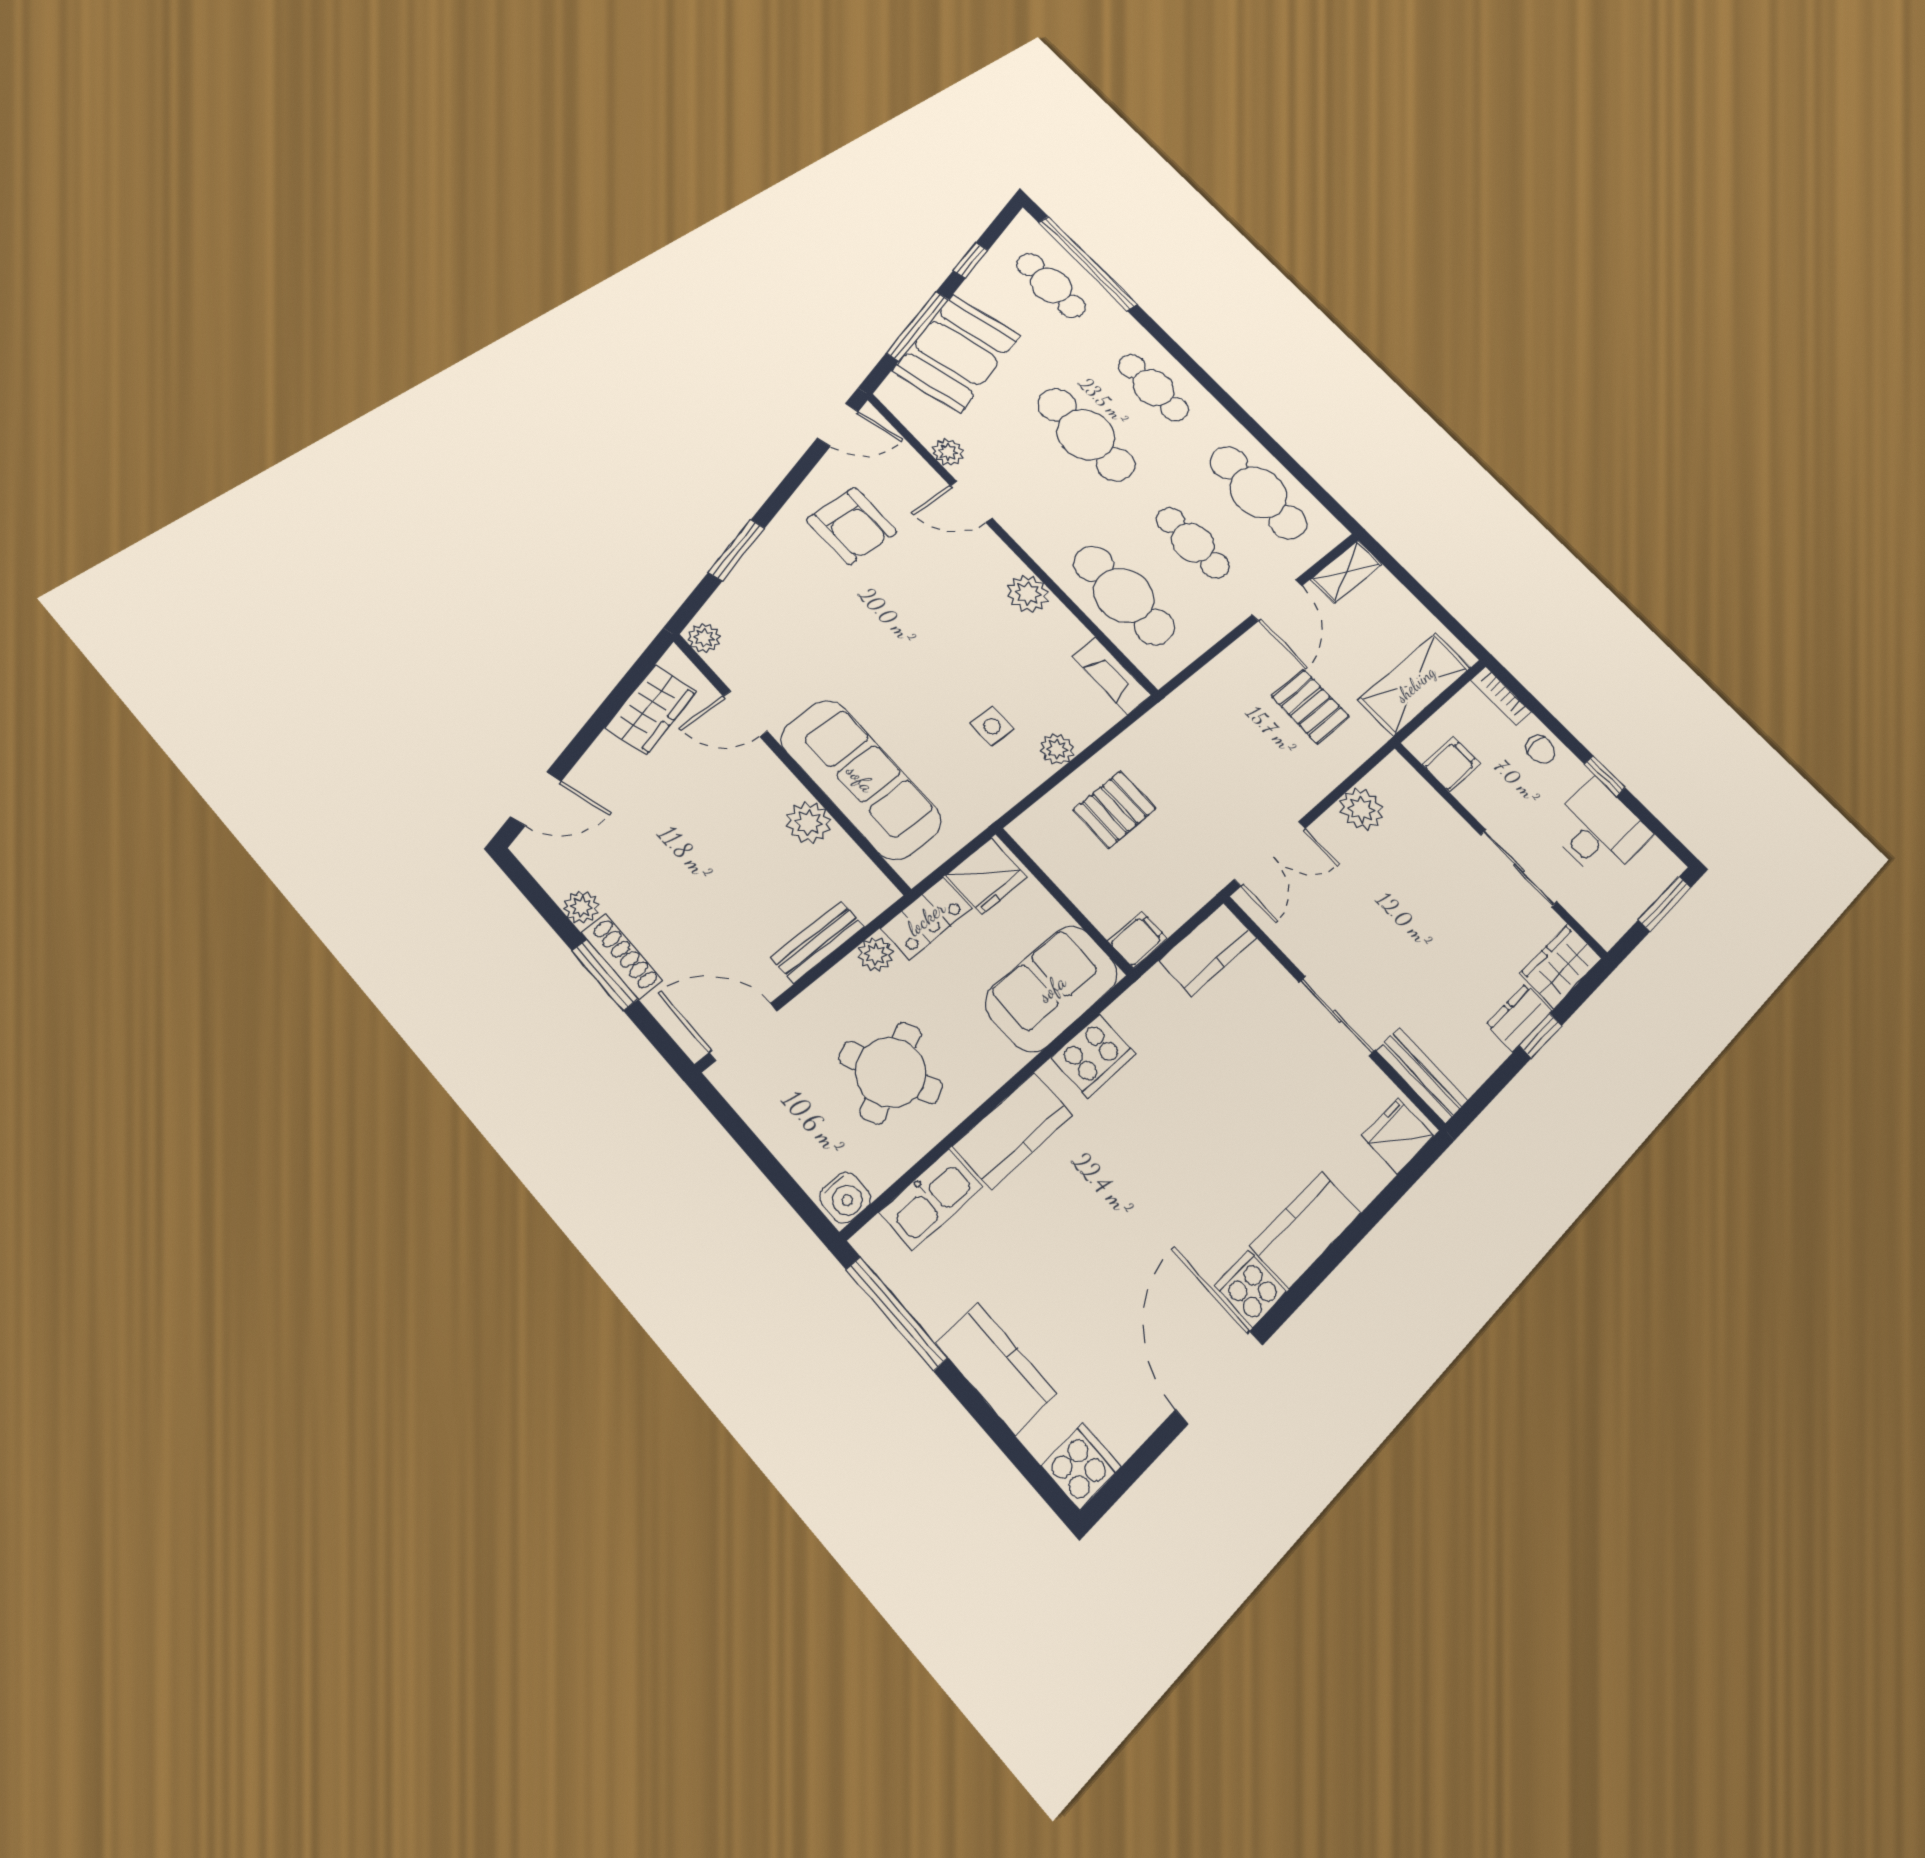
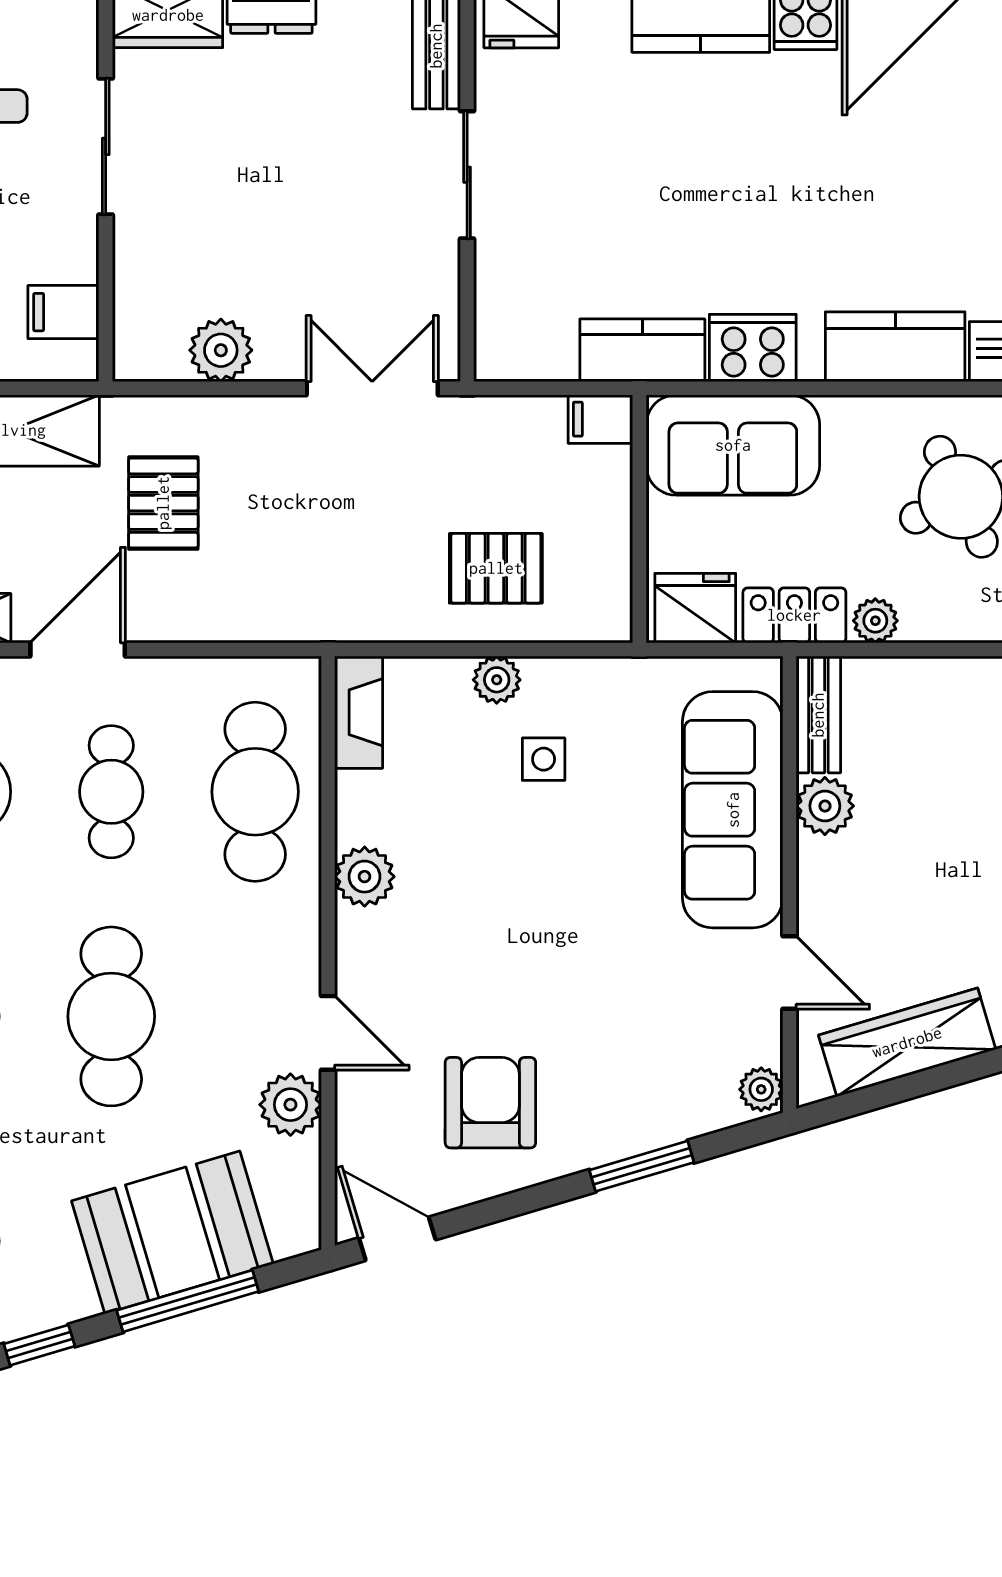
plant: (948, 452) -> (290, 1105), width x1.38, depth x1.38
wardrobe: (651, 710) -> (907, 1042), width x1.50
bench: (818, 942) -> (818, 715), moved, turned 90
kitchen counter: (1208, 949) -> (642, 350), moved

